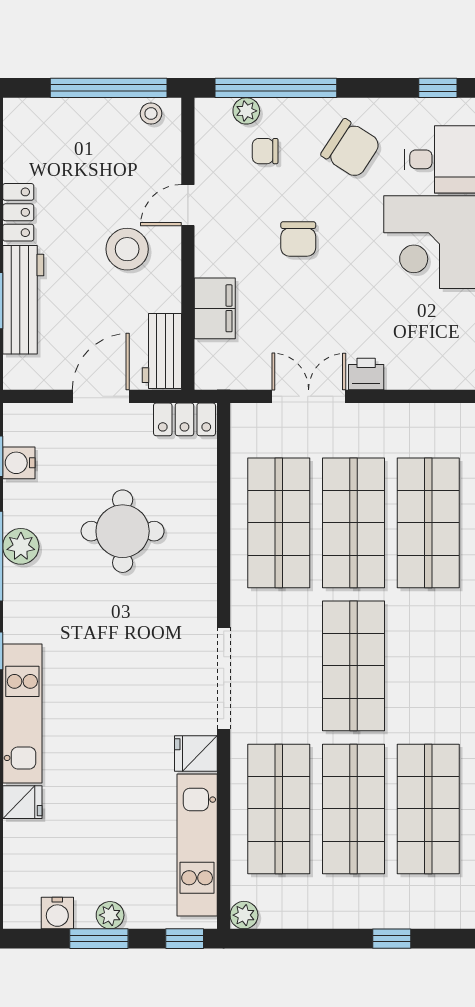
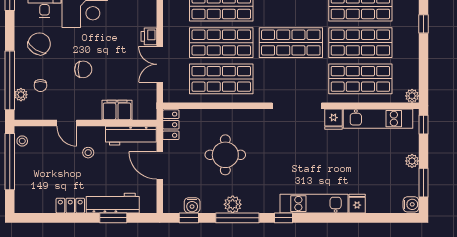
stool: (127, 249) -> (88, 153), width x0.53, depth x0.53
workbench: (162, 351) -> (131, 136), width x1.38
water cooler: (57, 913) -> (411, 204), moved
window: (99, 939) -> (423, 183), moved

